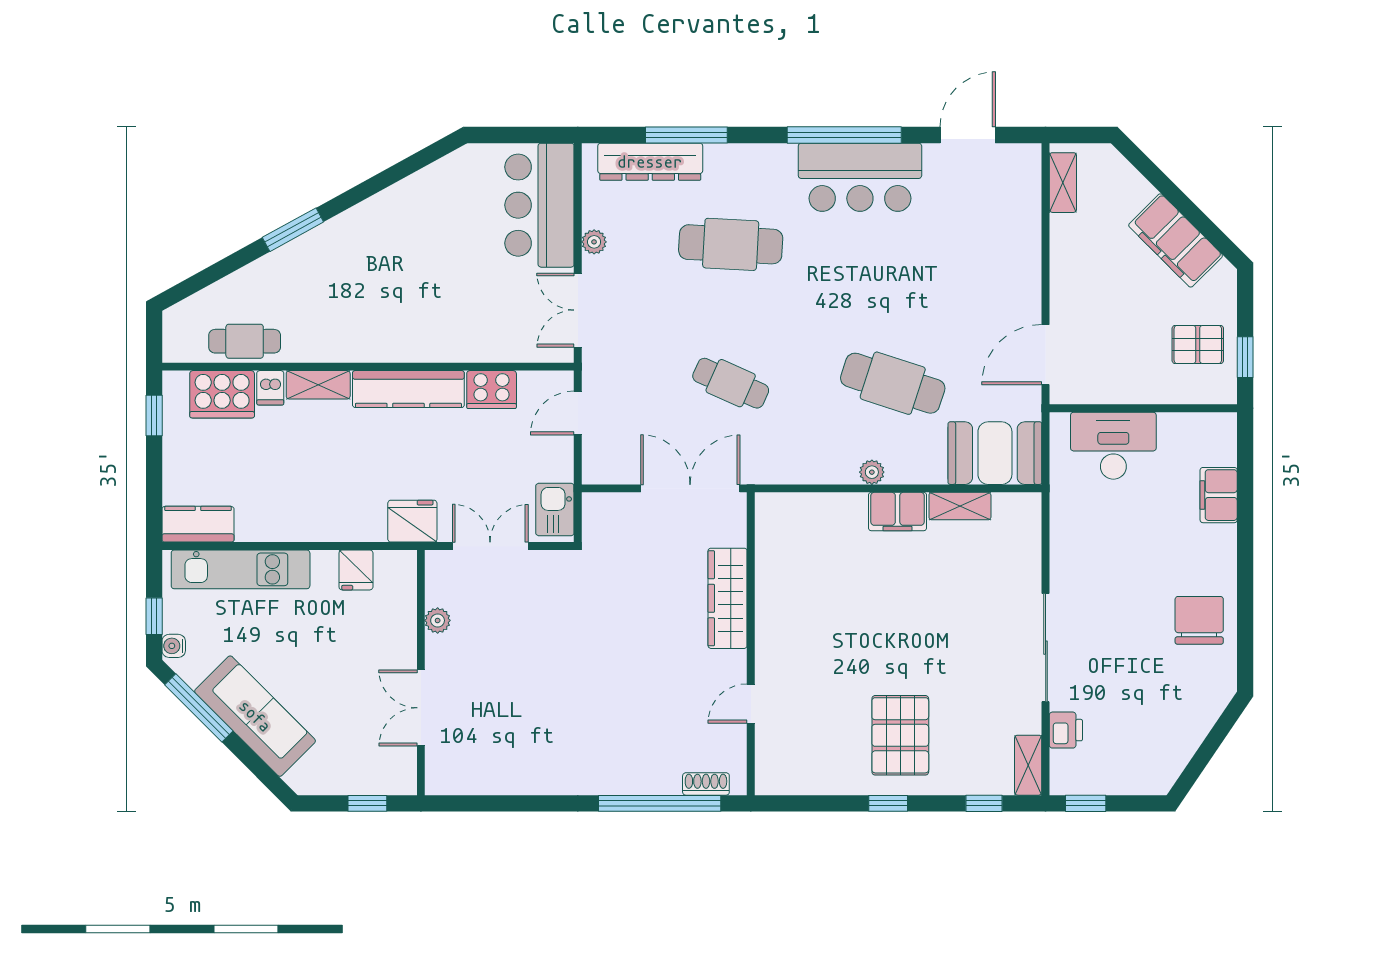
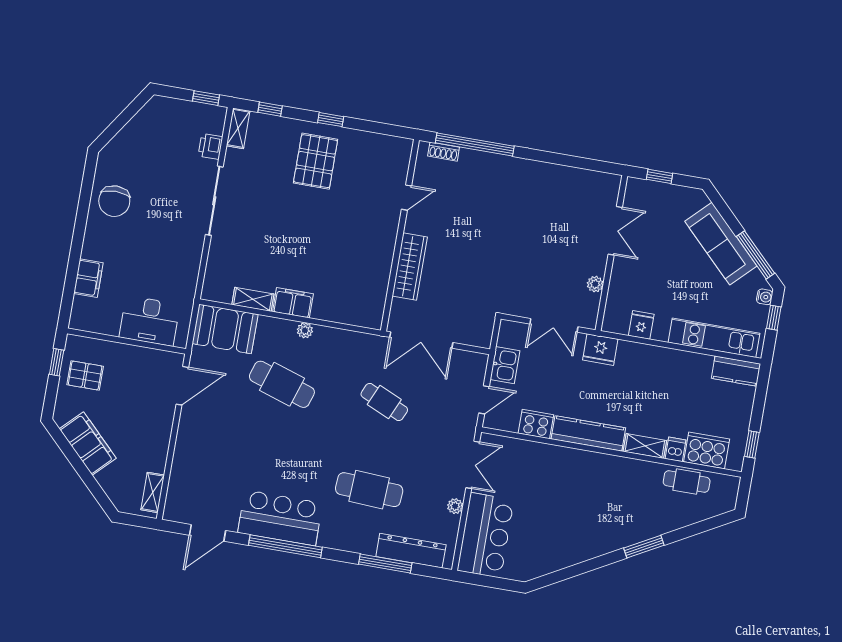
kitchen sink: (555, 510) -> (505, 365), moved

